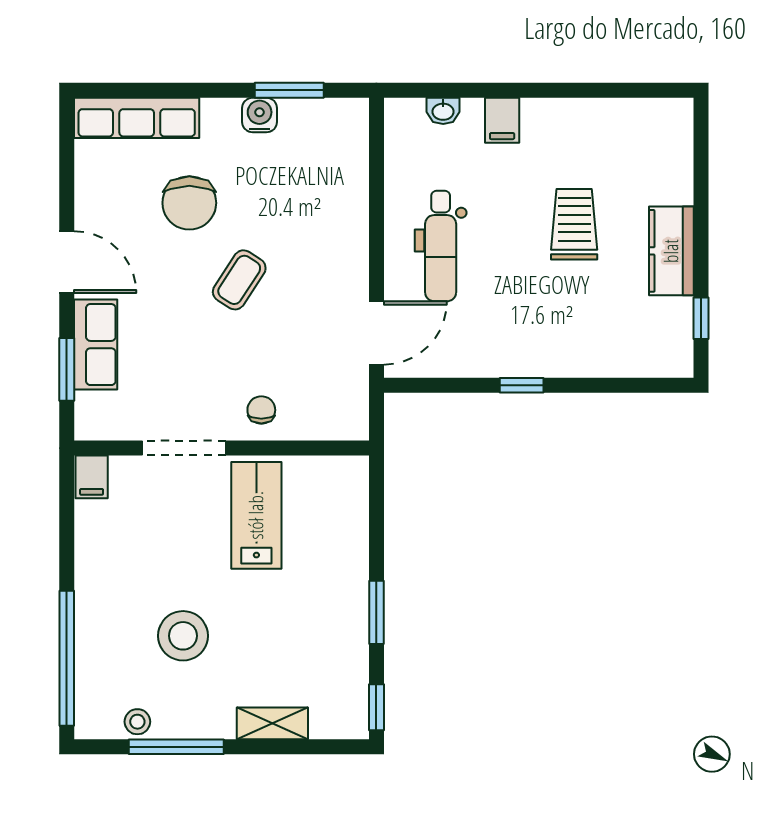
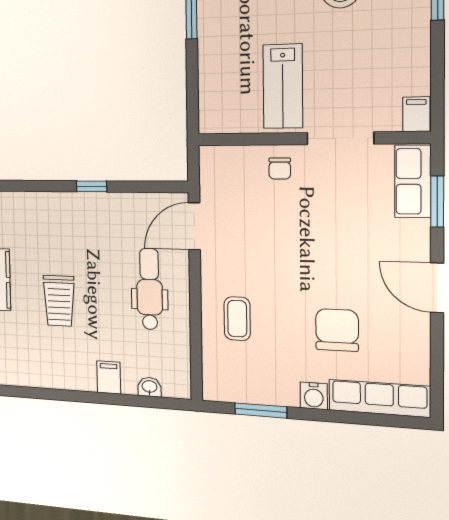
water cooler: (260, 115) -> (314, 396), moved
coffee table: (239, 280) -> (237, 319), moved, turned -33
row of seats: (96, 345) -> (413, 181), moved

